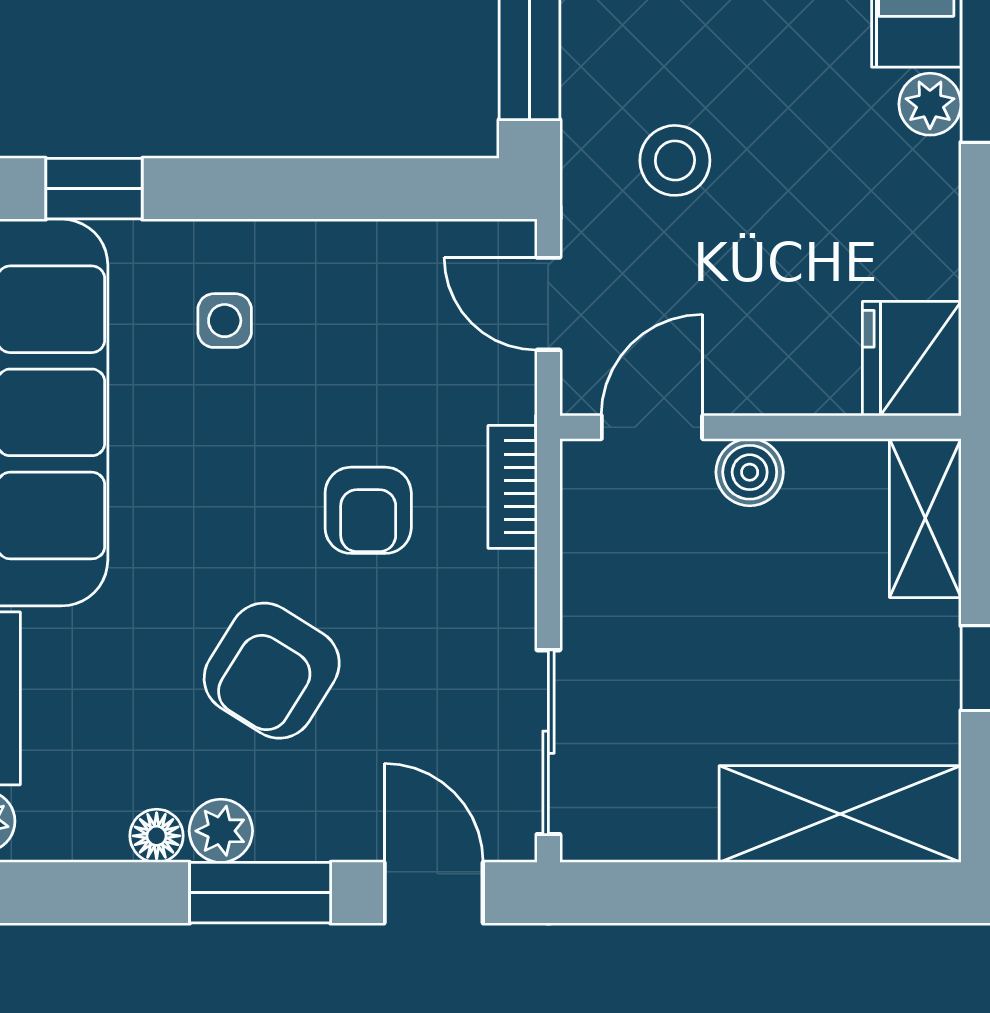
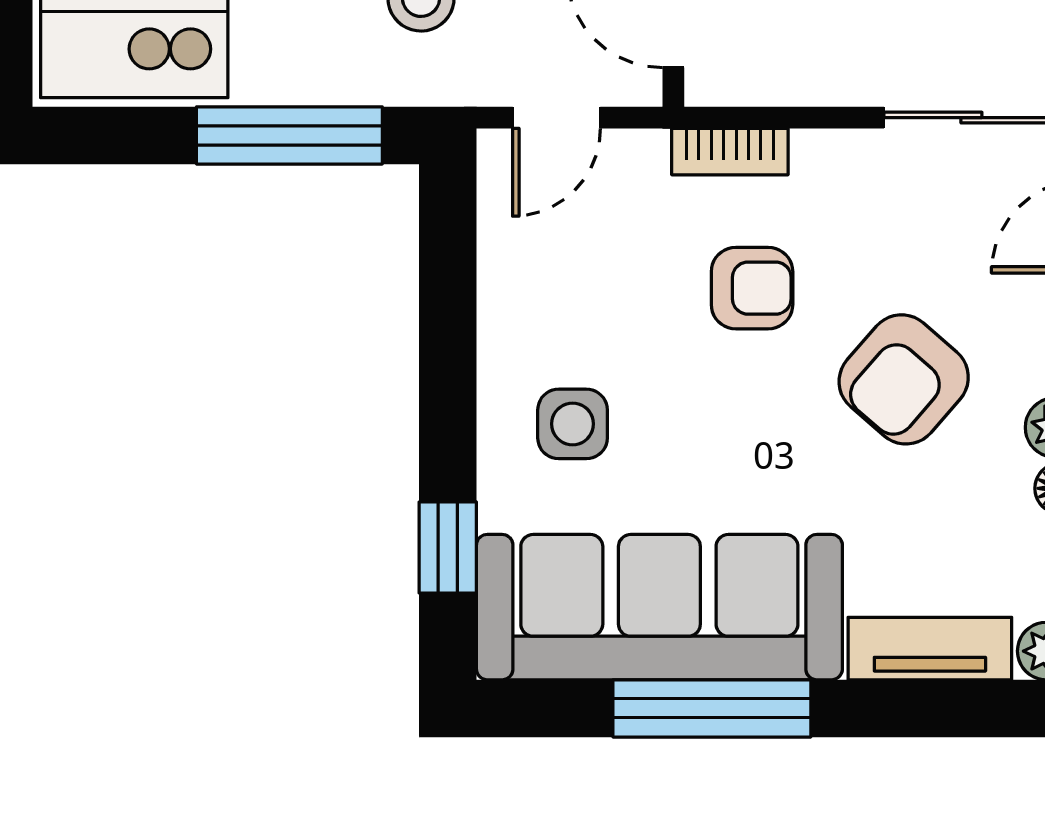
side table: (225, 321) -> (573, 424), width x1.37, depth x1.37
armchair: (272, 671) -> (904, 379), turned 99

